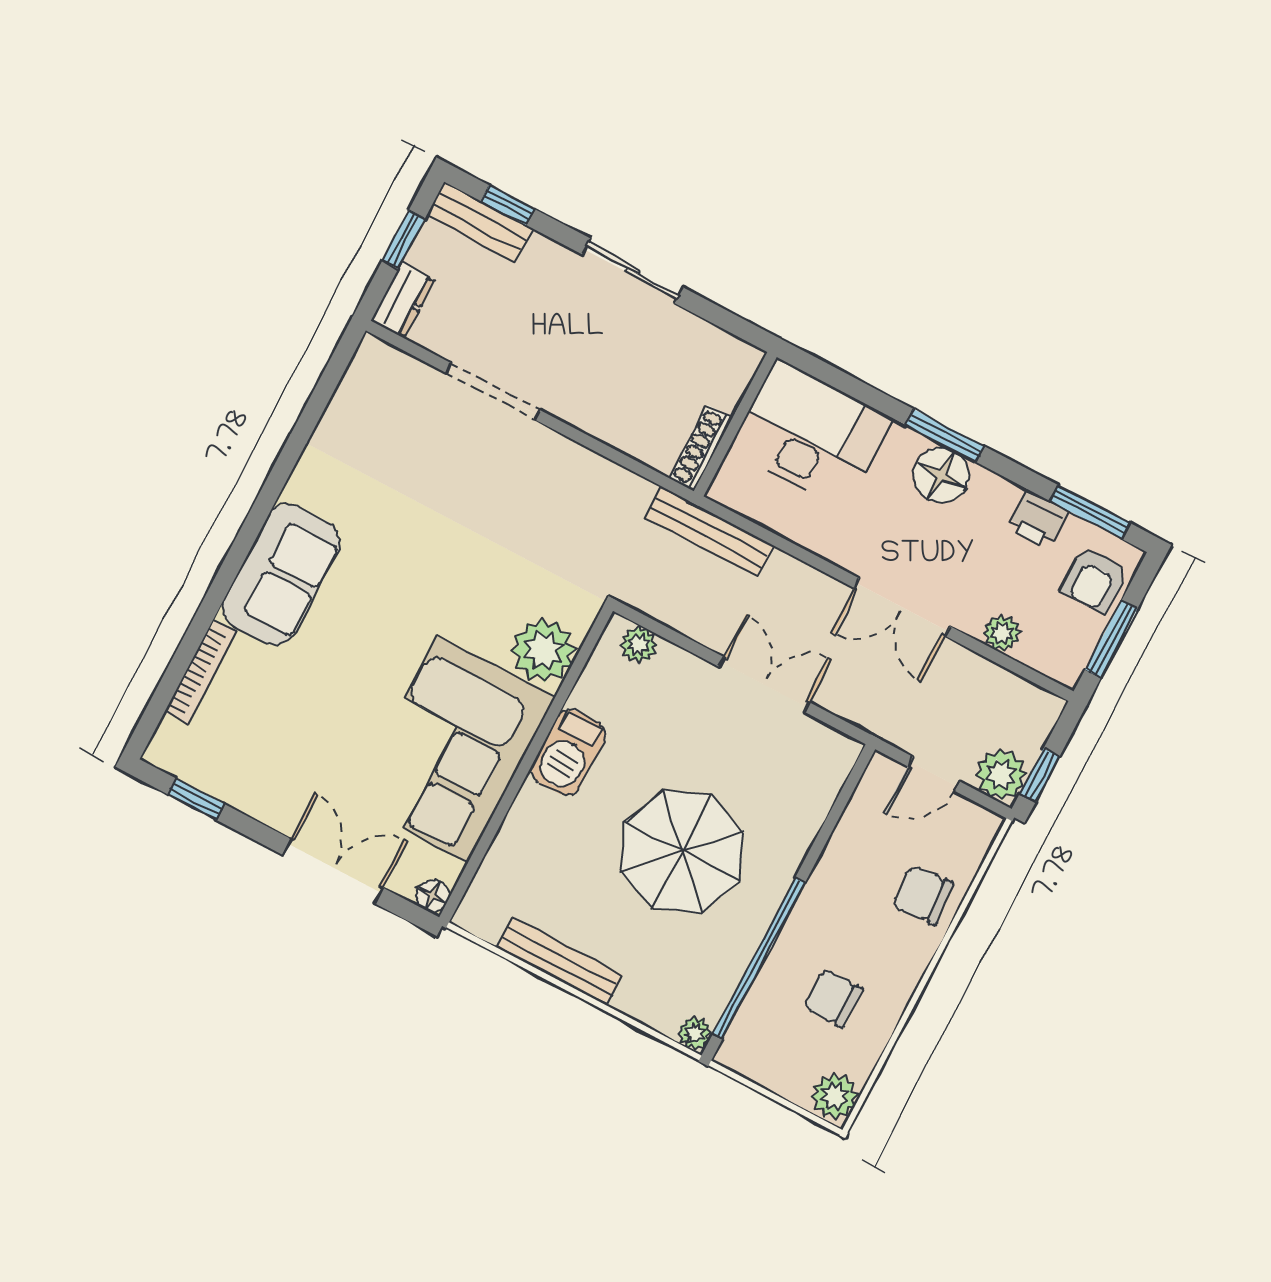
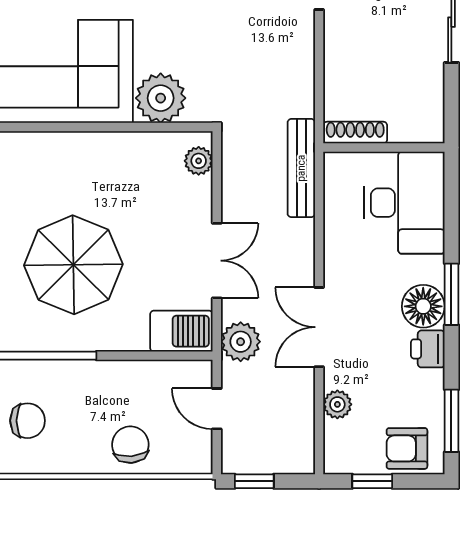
printer: (1038, 519) -> (428, 349), moved
window: (1111, 639) -> (372, 481), width x0.67
barbecue: (568, 752) -> (181, 331), moved, turned 180
plant: (1001, 774) -> (241, 342), moved
chair: (833, 998) -> (28, 421), turned 90

